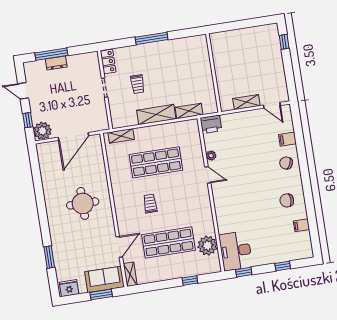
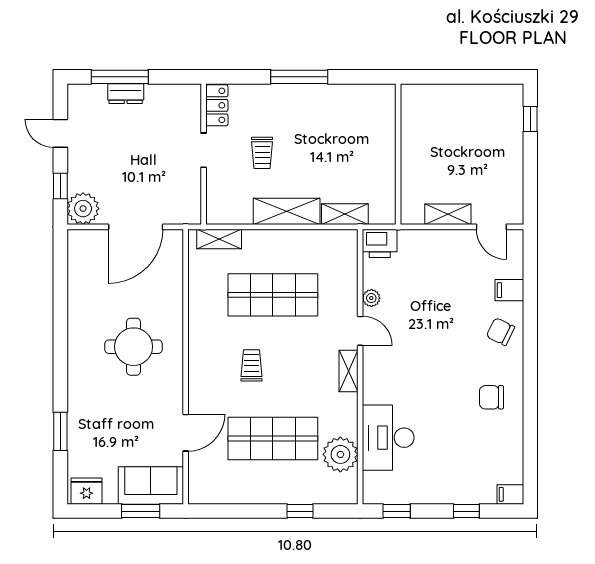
filing cabinet: (302, 225) -> (510, 494), moved
desk: (236, 251) -> (388, 438), moved
shelving: (130, 274) -> (349, 371), moved

